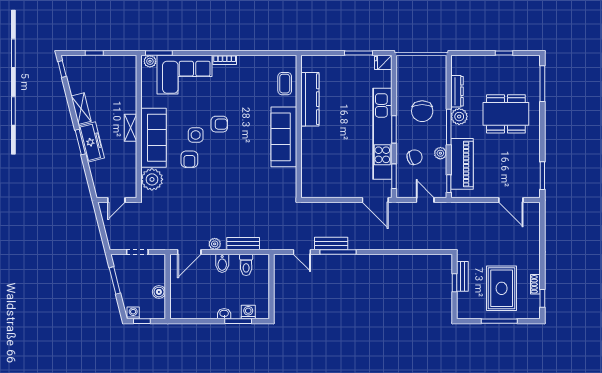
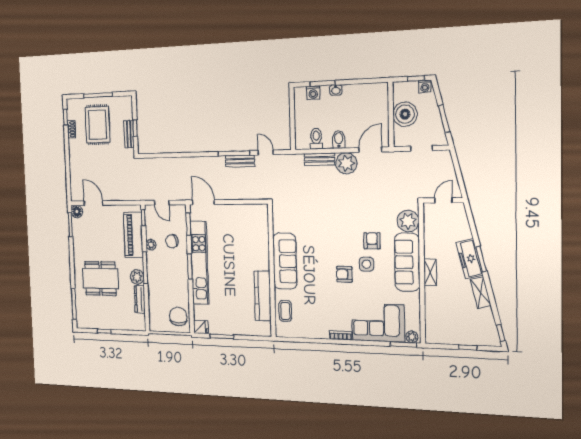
chair: (422, 111) -> (178, 317), moved
floor lamp: (533, 191) -> (77, 211), added
plant: (215, 244) -> (346, 163), width x1.87, depth x1.87
boiler: (159, 292) -> (405, 114), width x1.86, depth x1.86

